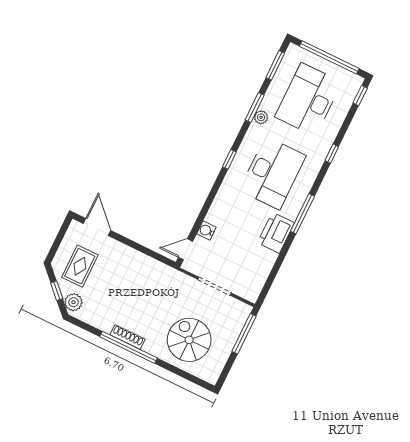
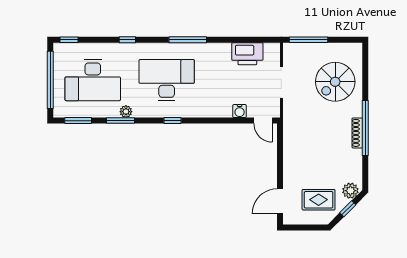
printer: (276, 233) -> (247, 54), moved

